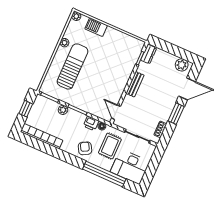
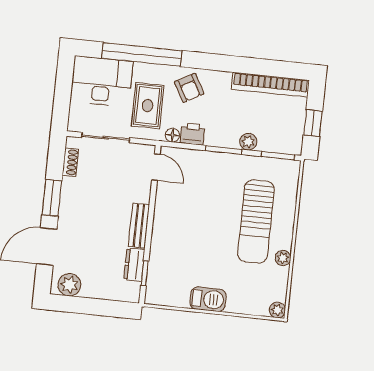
barbecue: (96, 27) -> (208, 299), moved
dresser: (149, 54) -> (134, 265), moved

